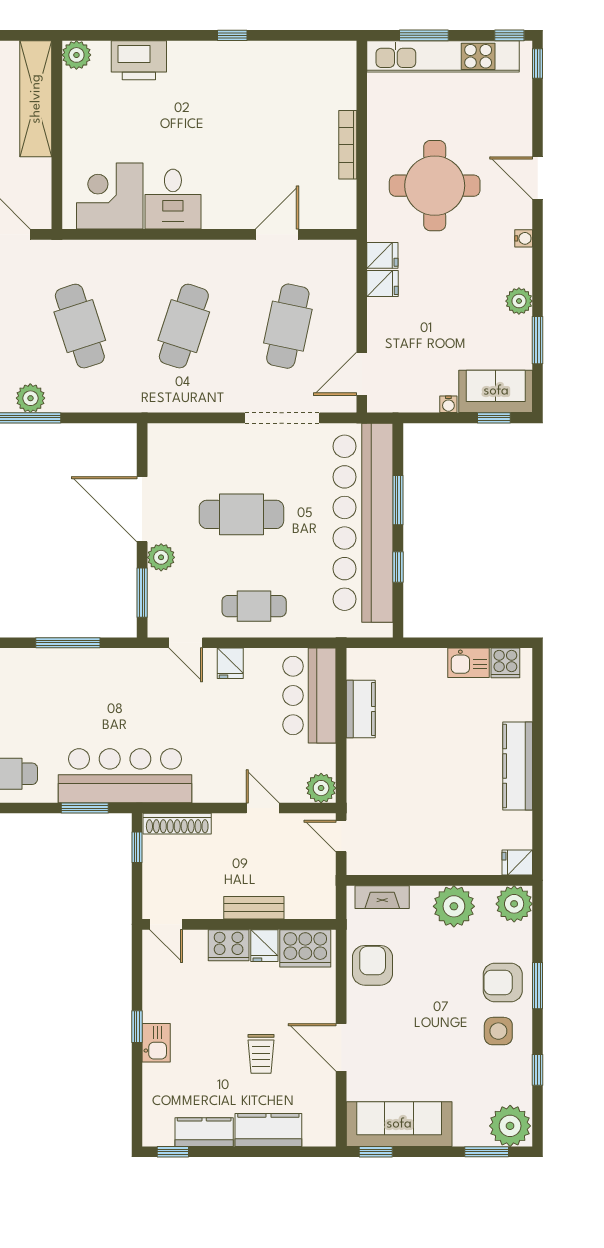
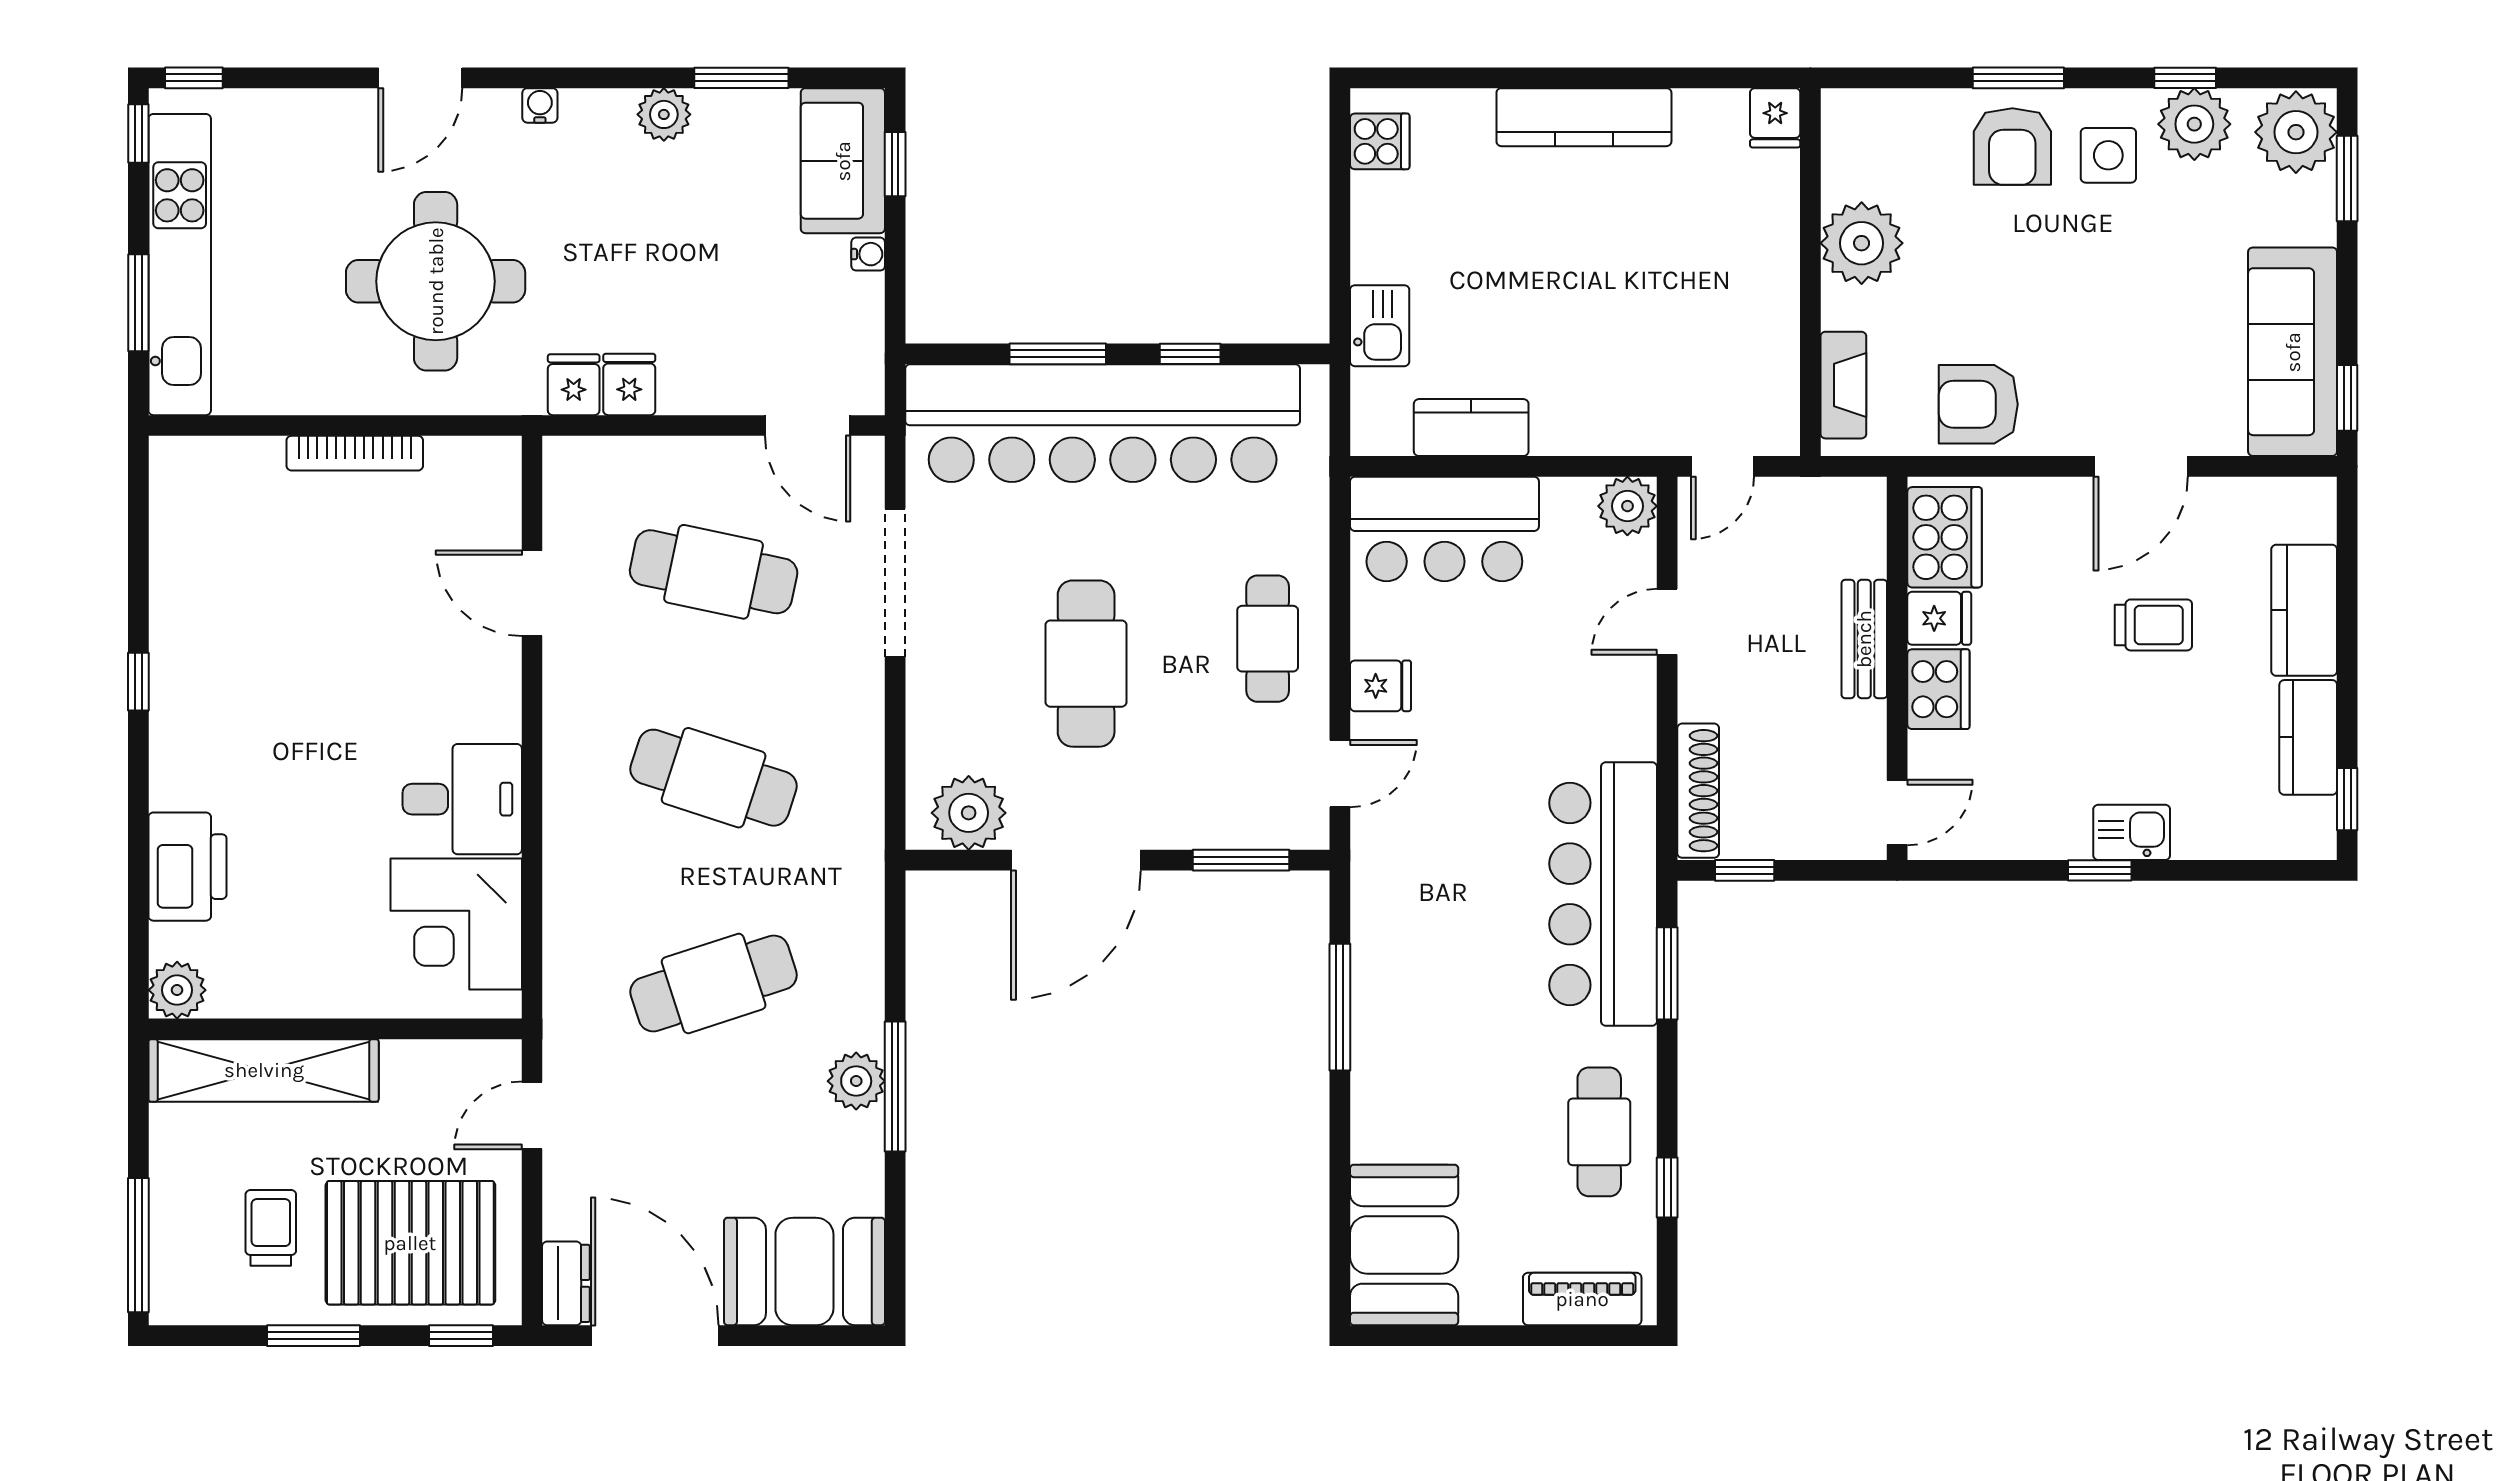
plant: (161, 557) -> (969, 813), moved, width x1.36, depth x1.36
kitchen sink: (469, 663) -> (1380, 326), moved
plant: (514, 904) -> (2194, 124), moved

